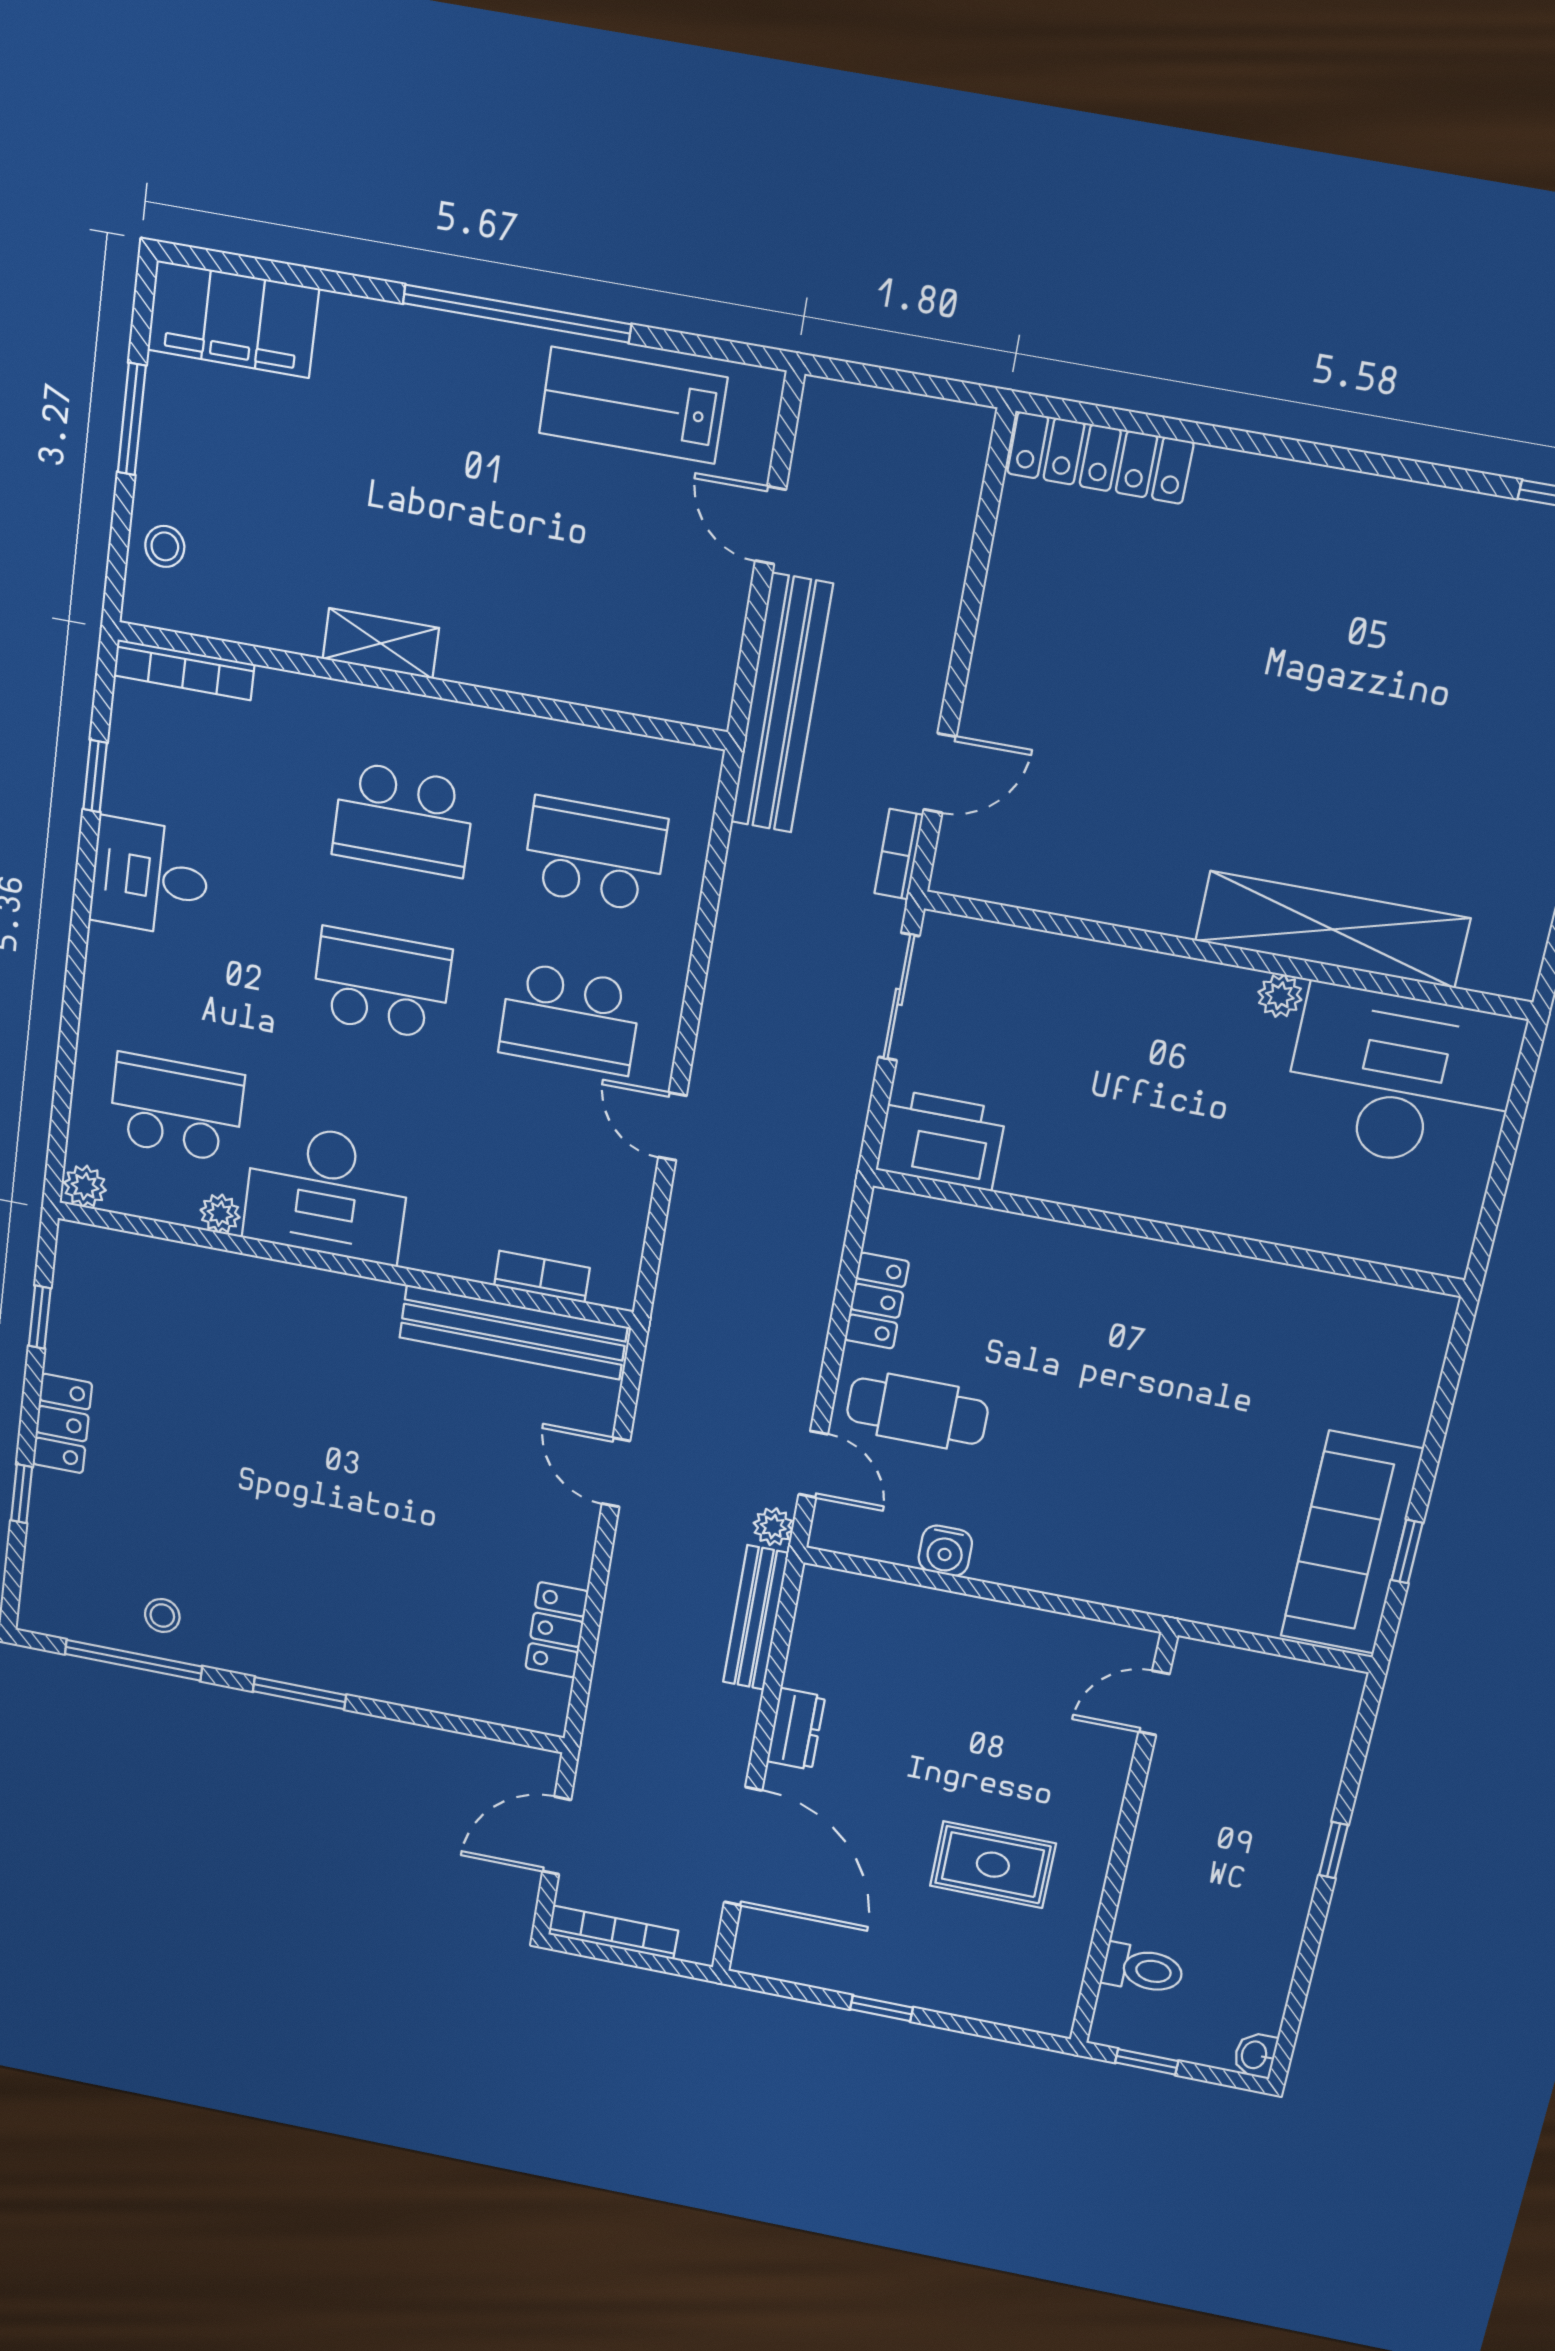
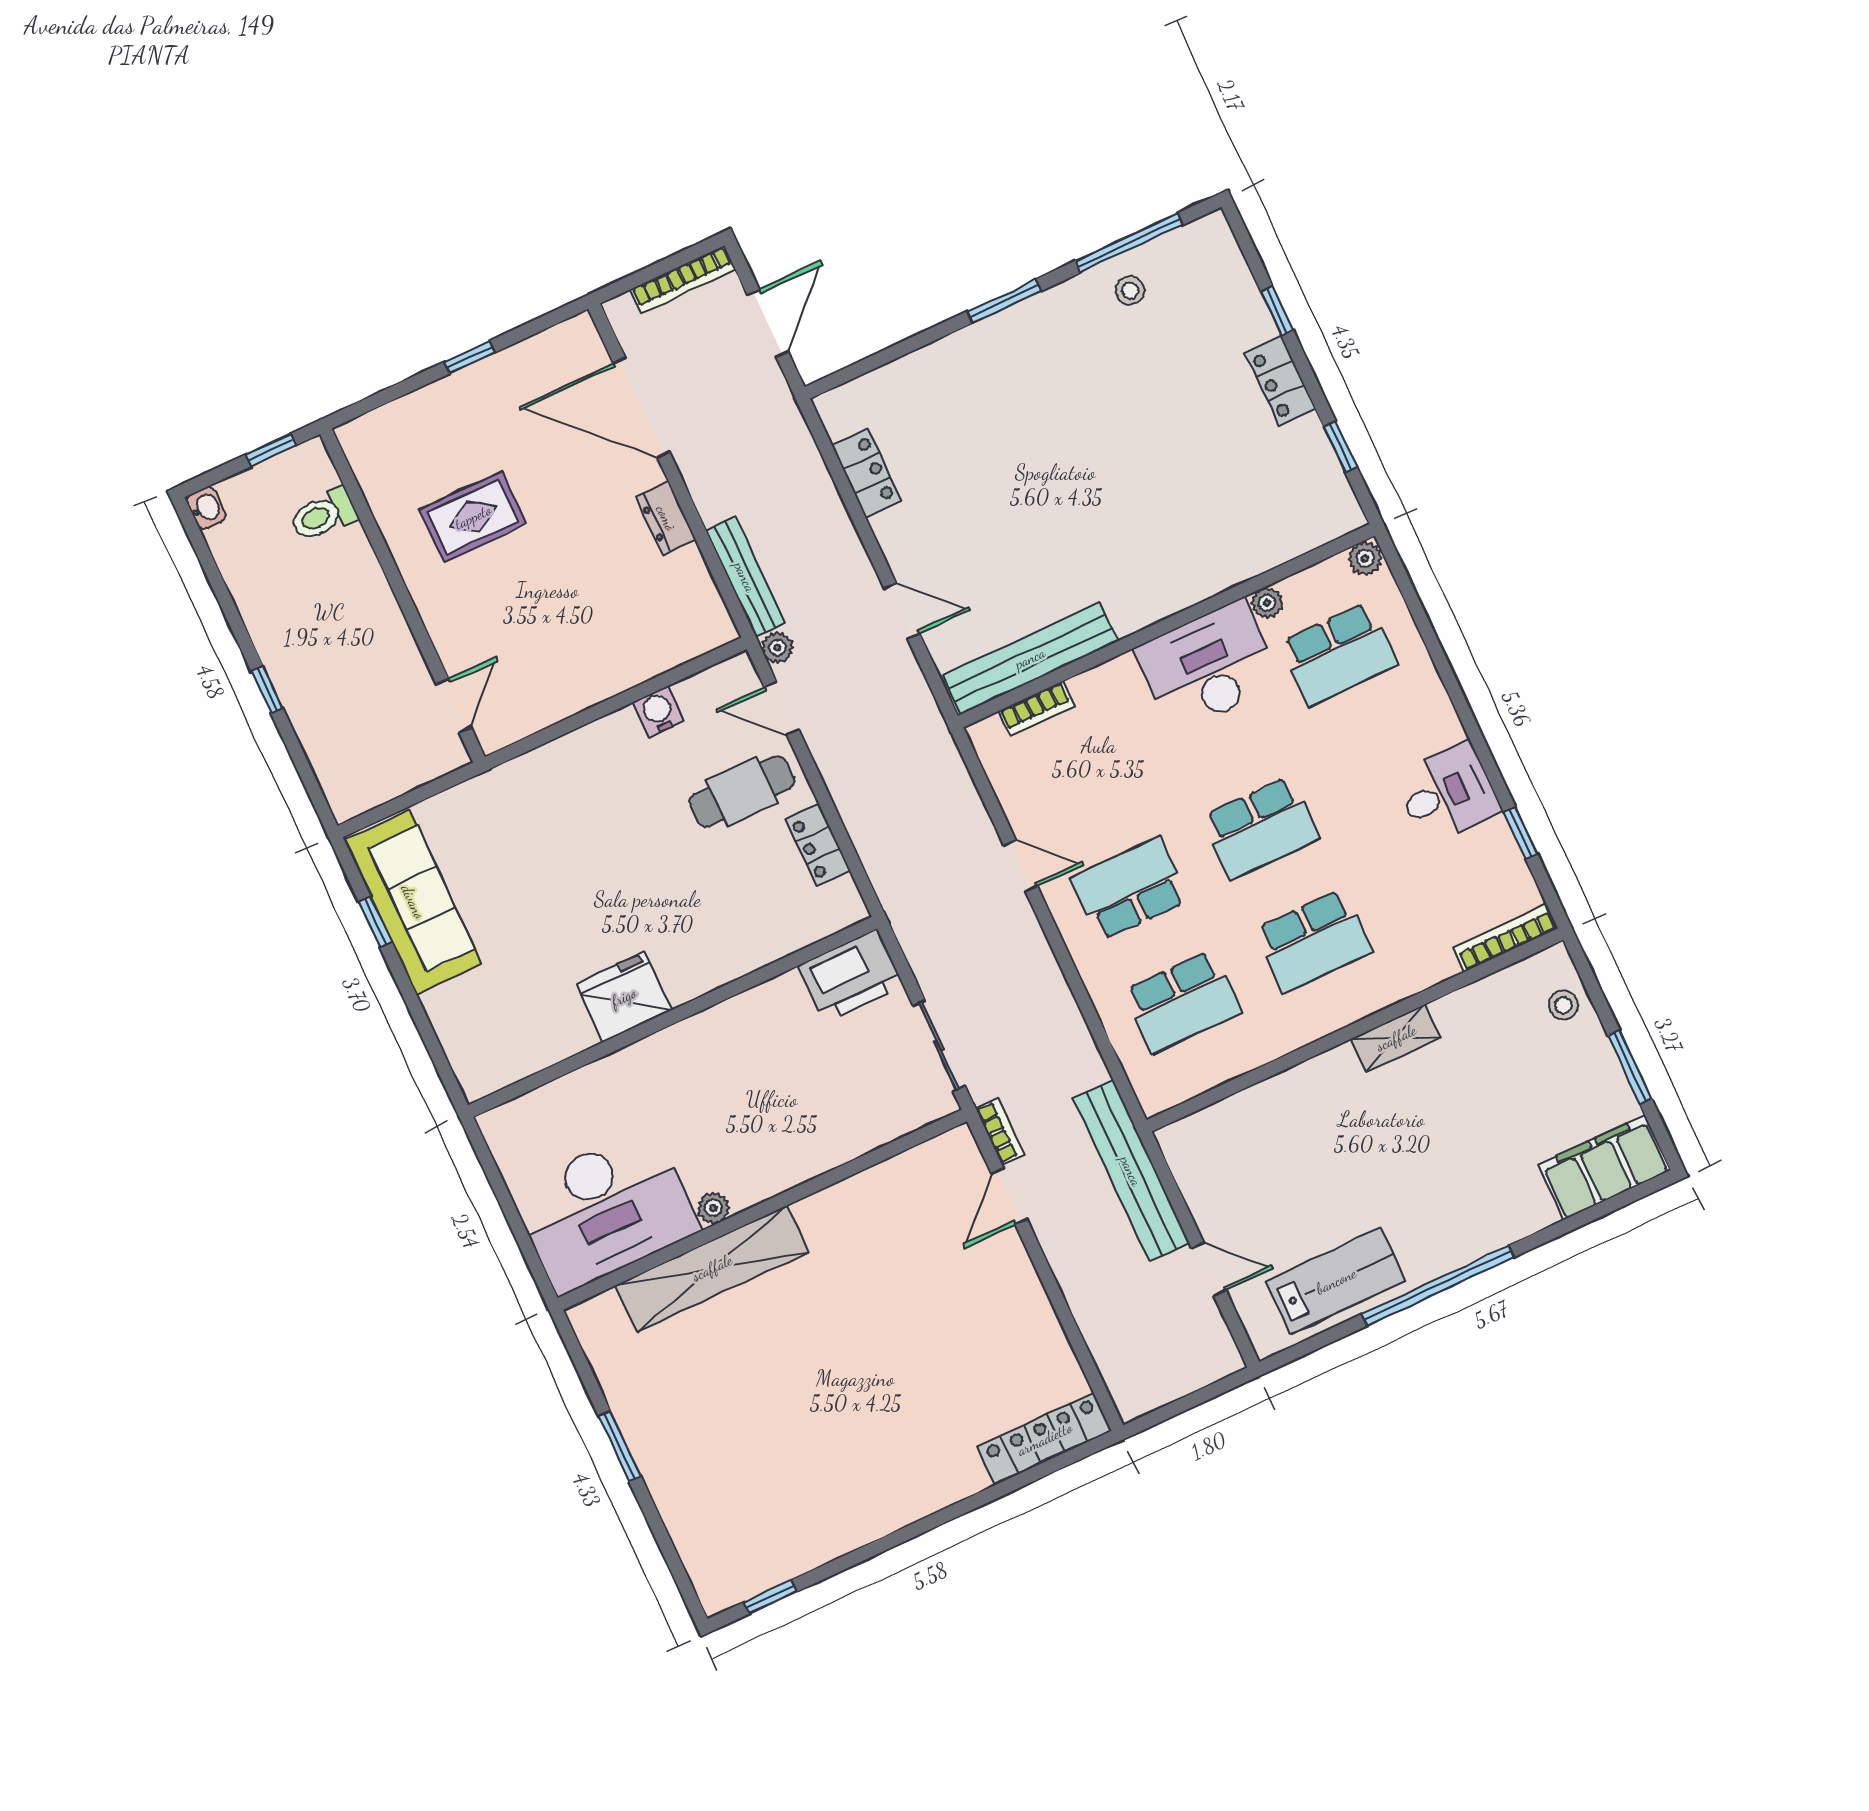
school desk: (403, 819) -> (1313, 941), turned 180
fridge: (1204, 1290) -> (624, 997), added

